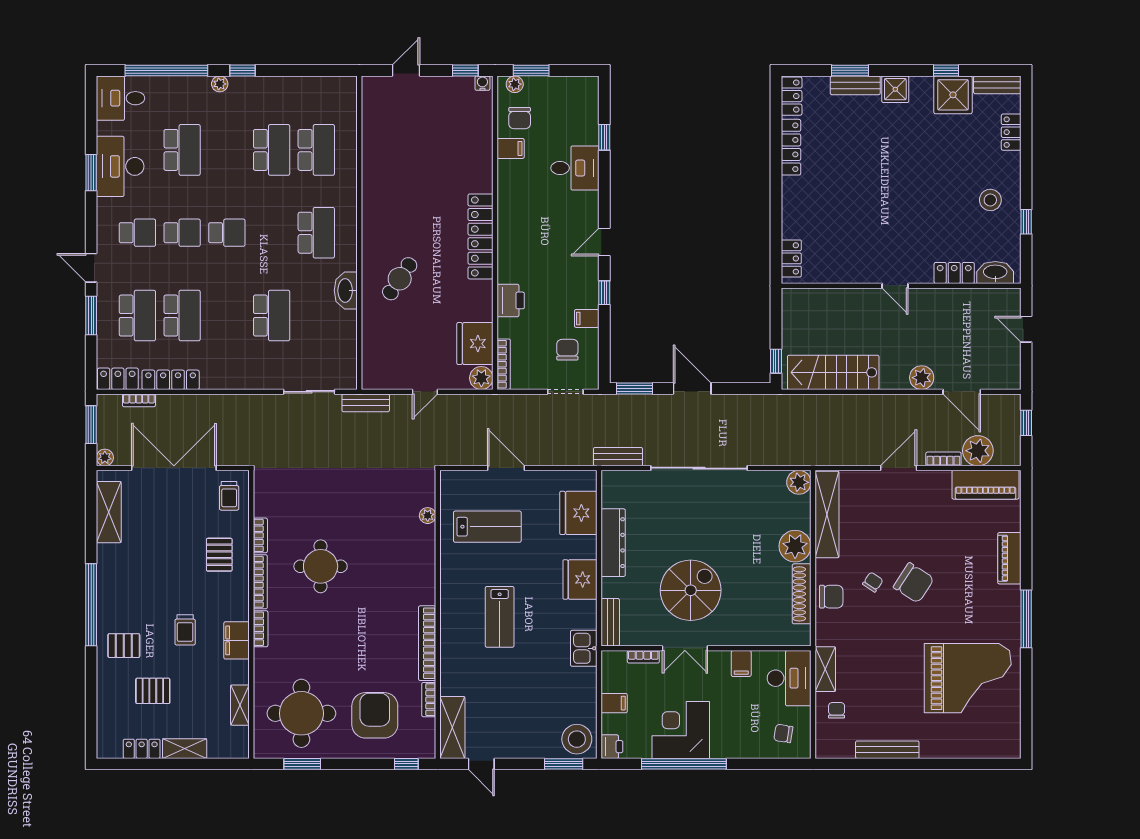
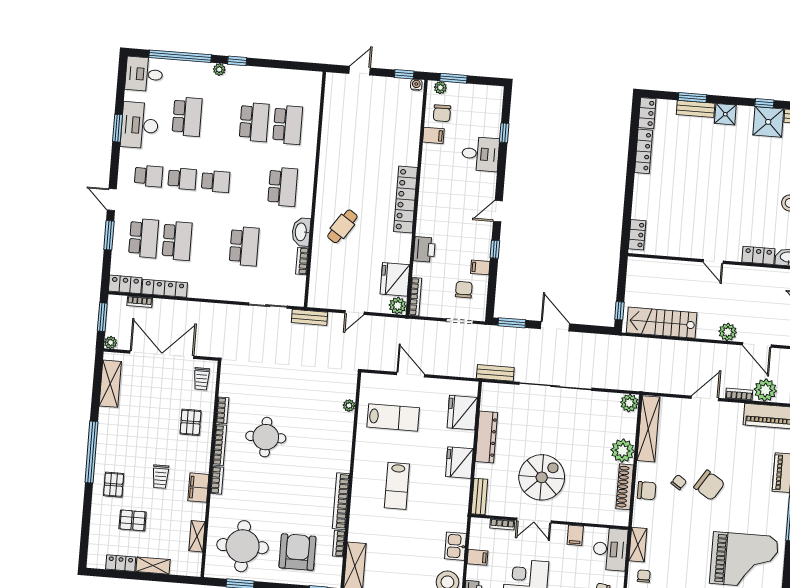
bookcase: (350, 329) -> (302, 261), added
pallet: (124, 646) -> (114, 485), turned 90
kitchen sink: (584, 648) -> (455, 546), moved

